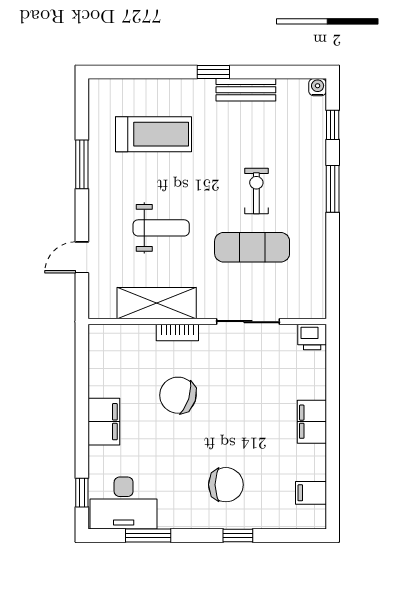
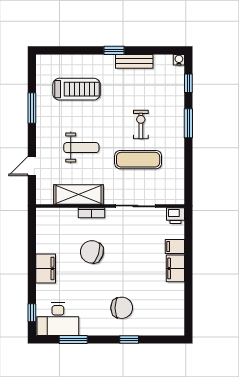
filing cabinet: (311, 493) -> (175, 246), moved

